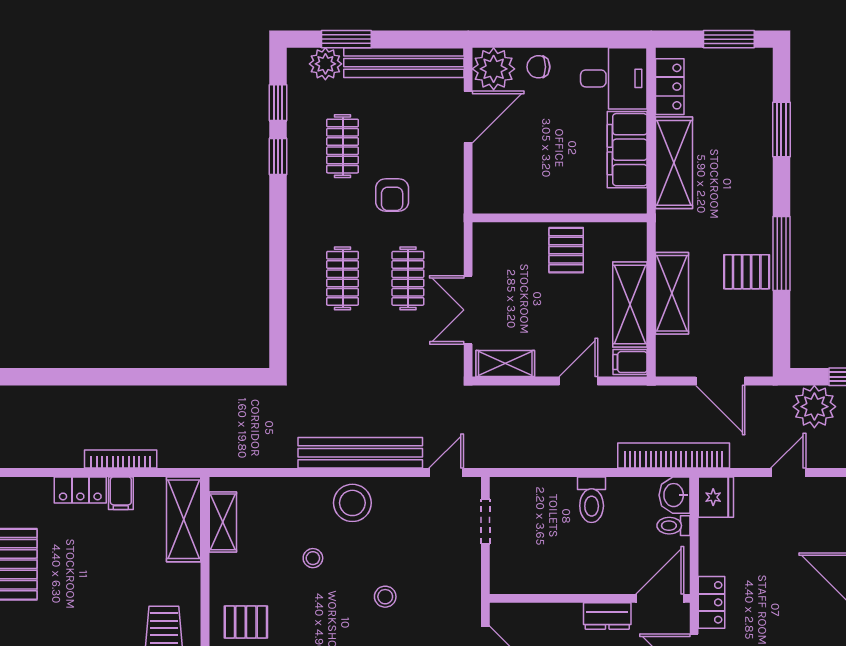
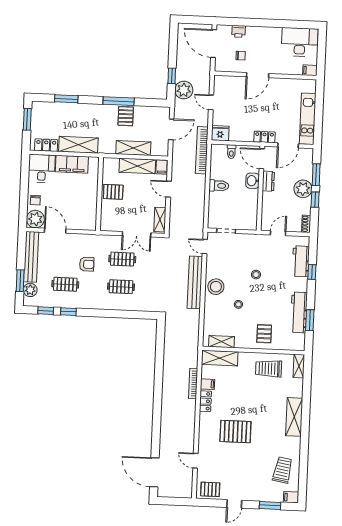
washbasin: (674, 495) -> (253, 181), moved, turned 90

